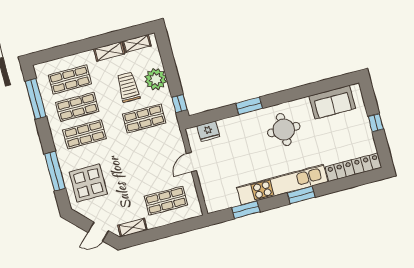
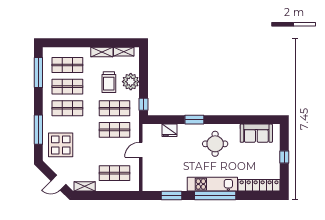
trolley: (128, 87) -> (109, 82), turned 180
fridge: (208, 131) -> (170, 130), moved
shop shelf: (151, 146) -> (114, 130), added
kitchen unit: (282, 185) -> (212, 184), width x0.73
window: (301, 195) -> (215, 195), width x2.11

